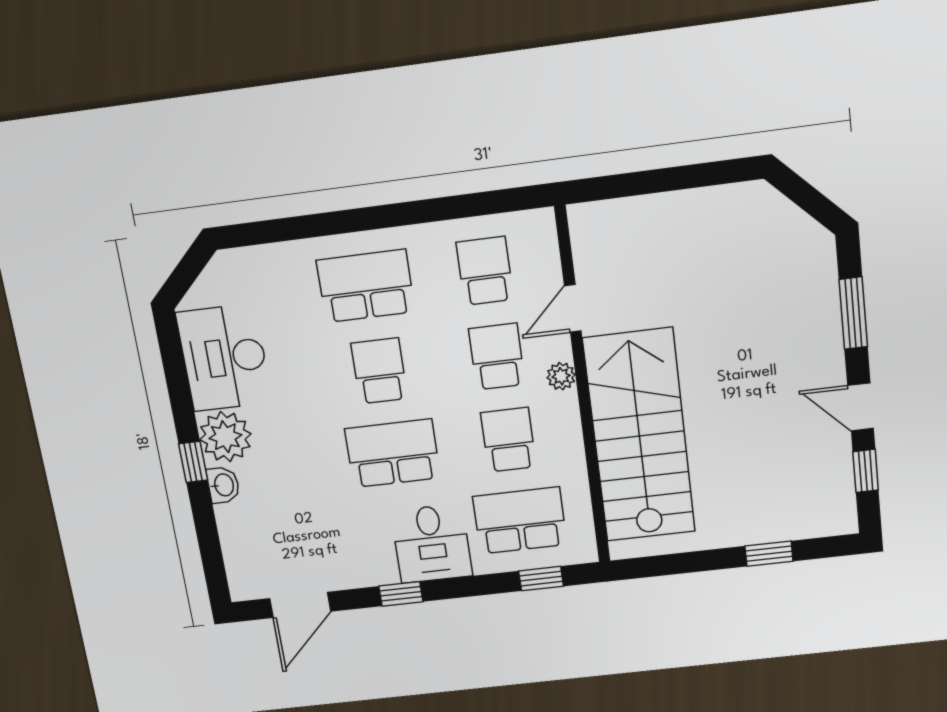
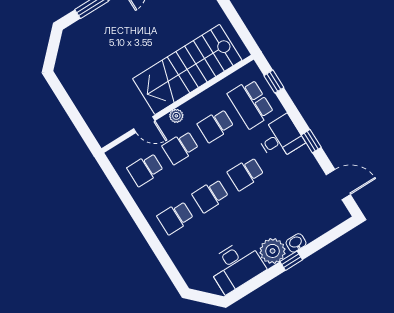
school desk: (366, 286) -> (175, 218), width x0.54
school desk: (393, 453) -> (246, 174), width x0.54

